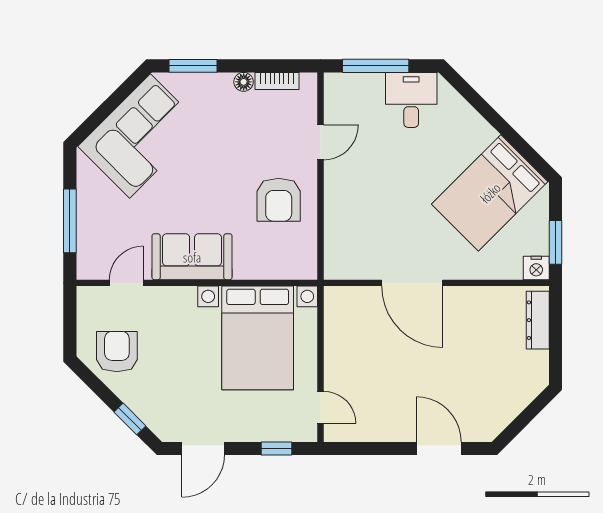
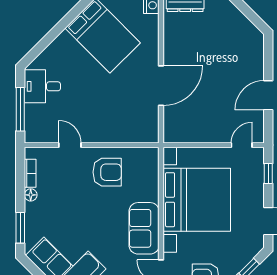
bed with nightstands: (258, 338) -> (197, 200), width x1.36
door: (439, 448) -> (268, 95), moved

